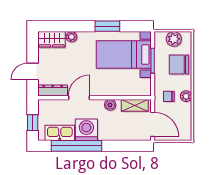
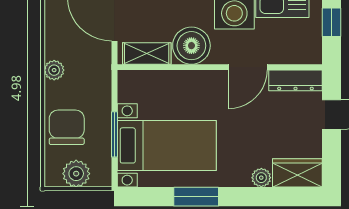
chair: (179, 65) -> (67, 127), turned -90
chair: (169, 96) -> (85, 70), removed
boiler: (110, 105) -> (191, 46), width x1.86, depth x1.86

